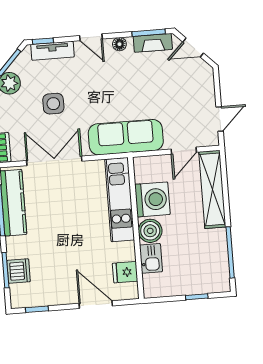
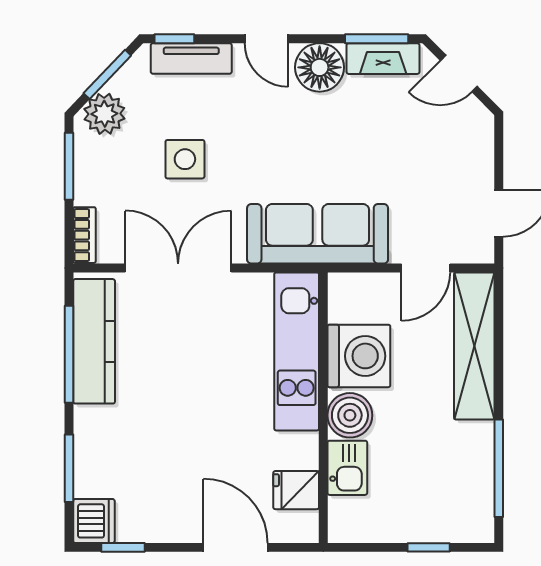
floor lamp: (119, 44) -> (320, 67), width x1.89, depth x1.89
dishwasher: (19, 271) -> (94, 521), moved

